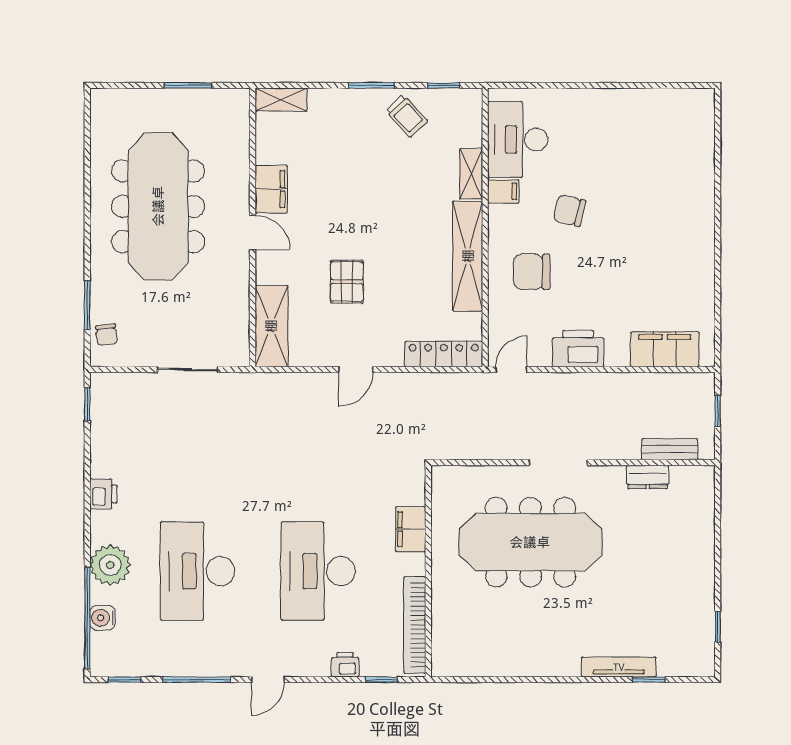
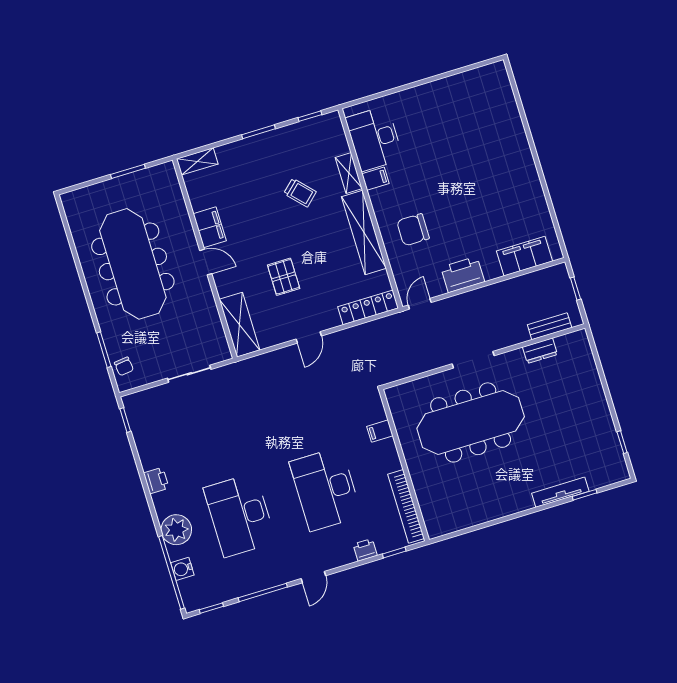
trolley: (406, 116) -> (300, 193), moved
chair: (569, 210) -> (427, 178), removed
filing cabinet: (411, 529) -> (380, 431), width x0.50

